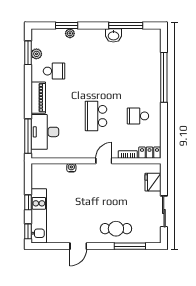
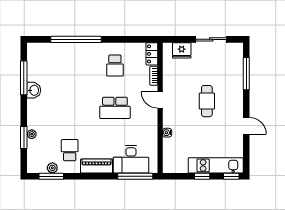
cafe table: (116, 229) -> (207, 101), moved

